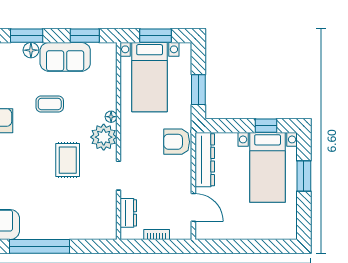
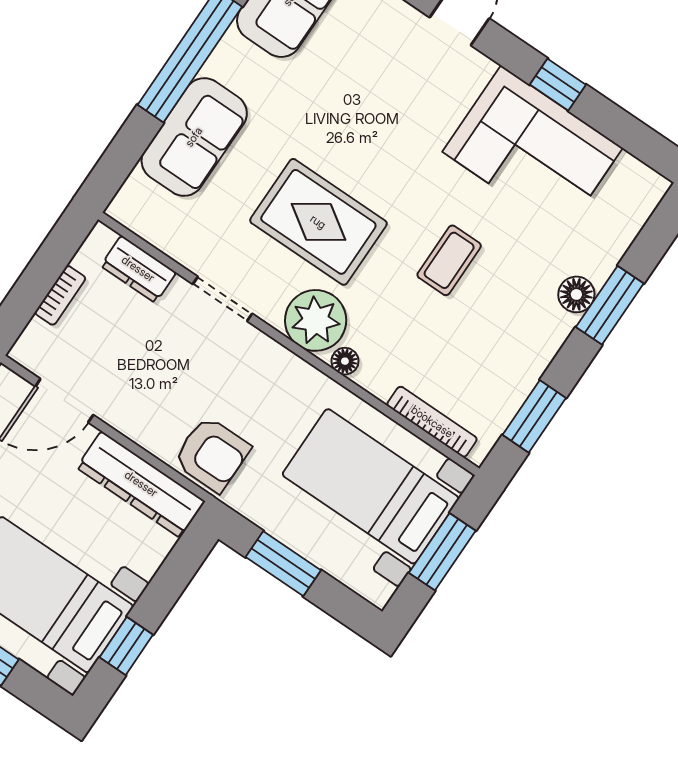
sofa: (65, 57) -> (194, 137), moved, turned 180
bookcase: (112, 71) -> (432, 422), added
armchair: (177, 142) -> (212, 454), turned 90
rug: (68, 160) -> (318, 222), width x1.36, depth x1.43

